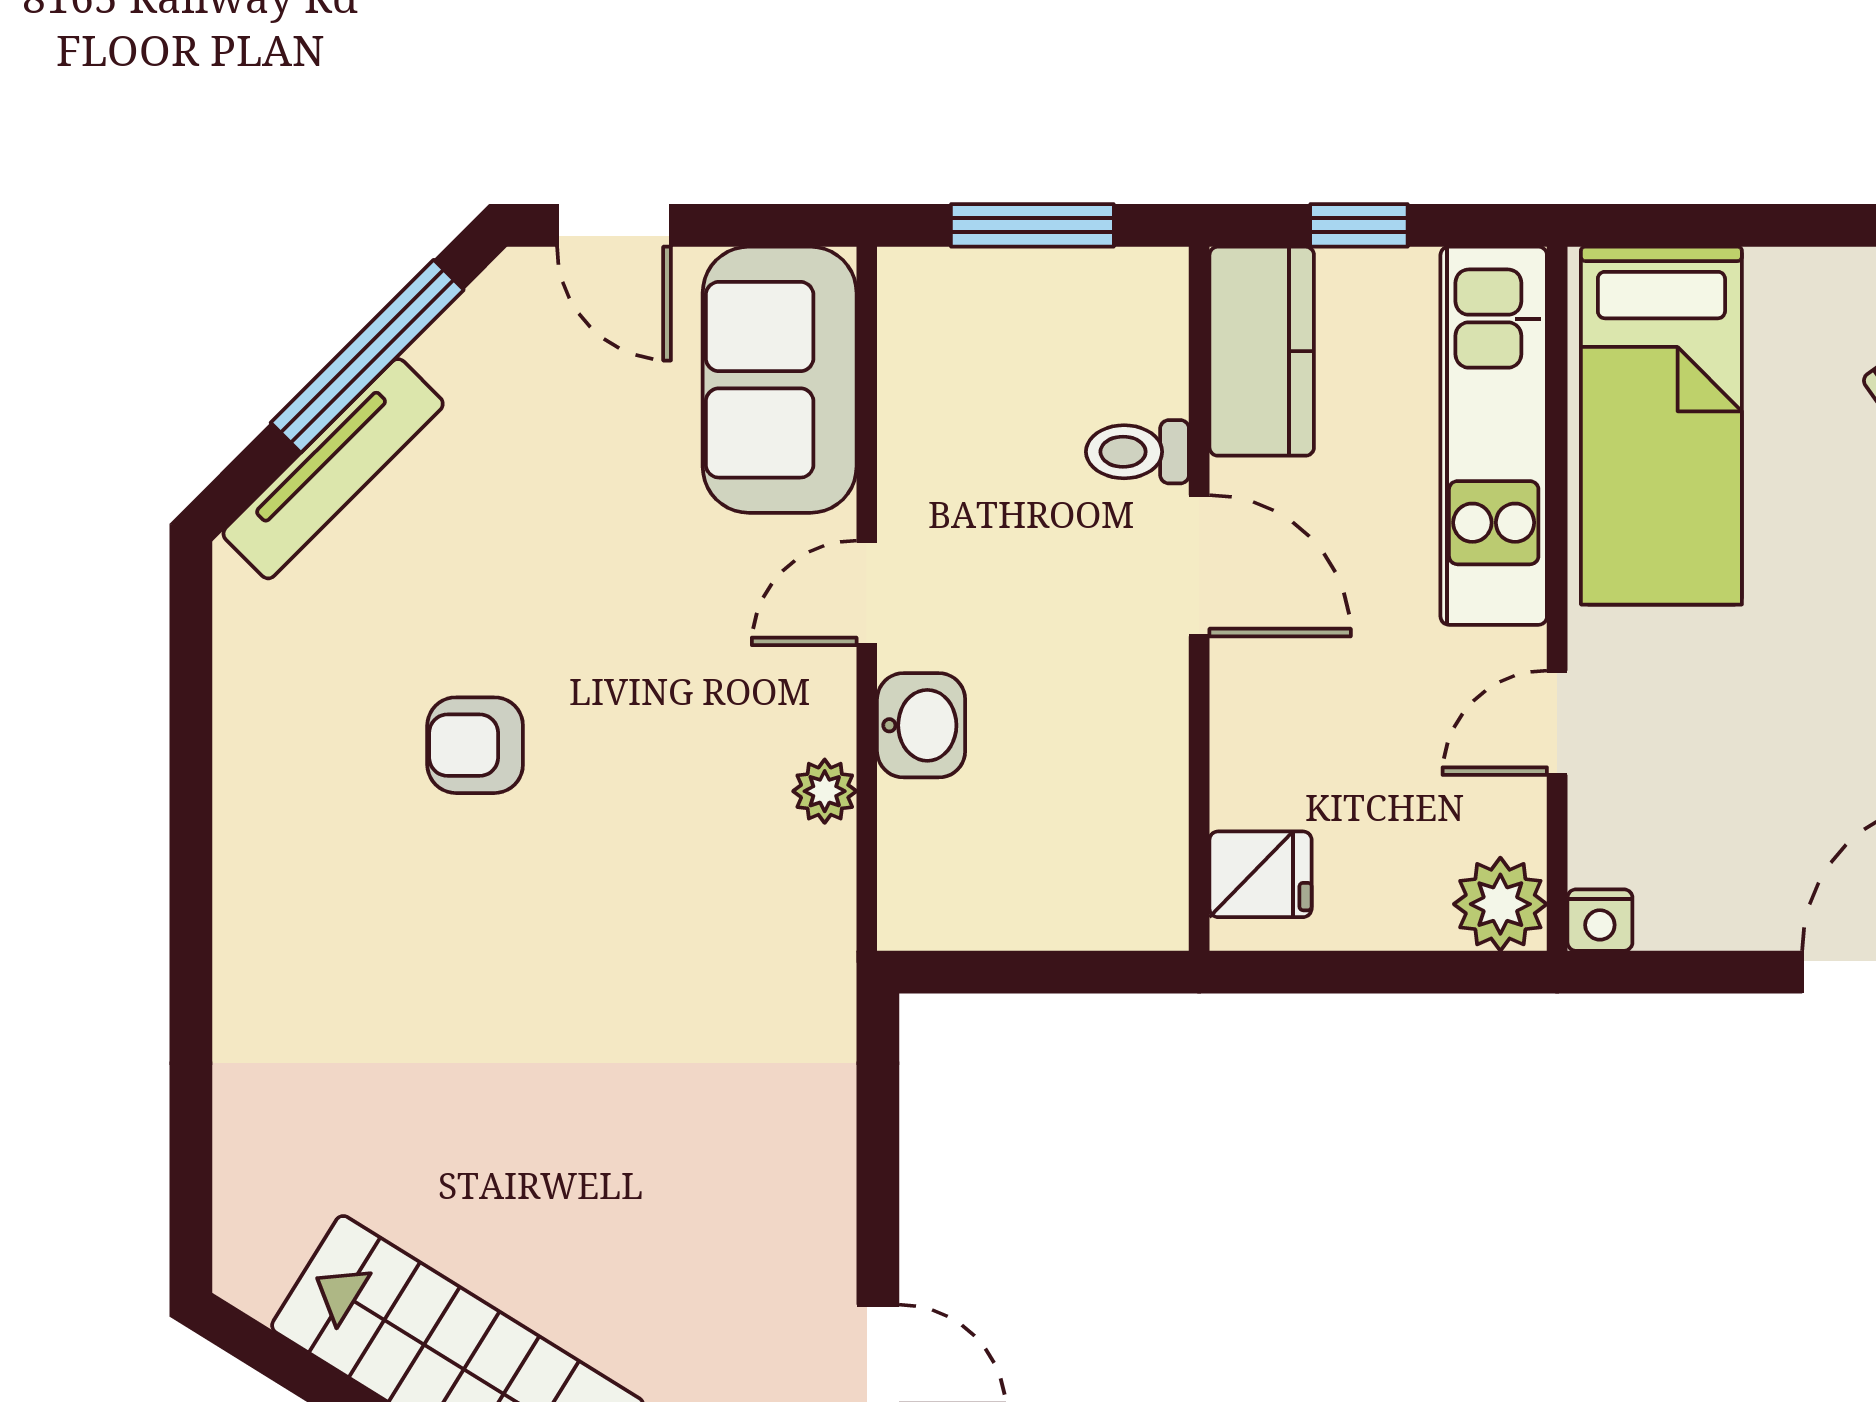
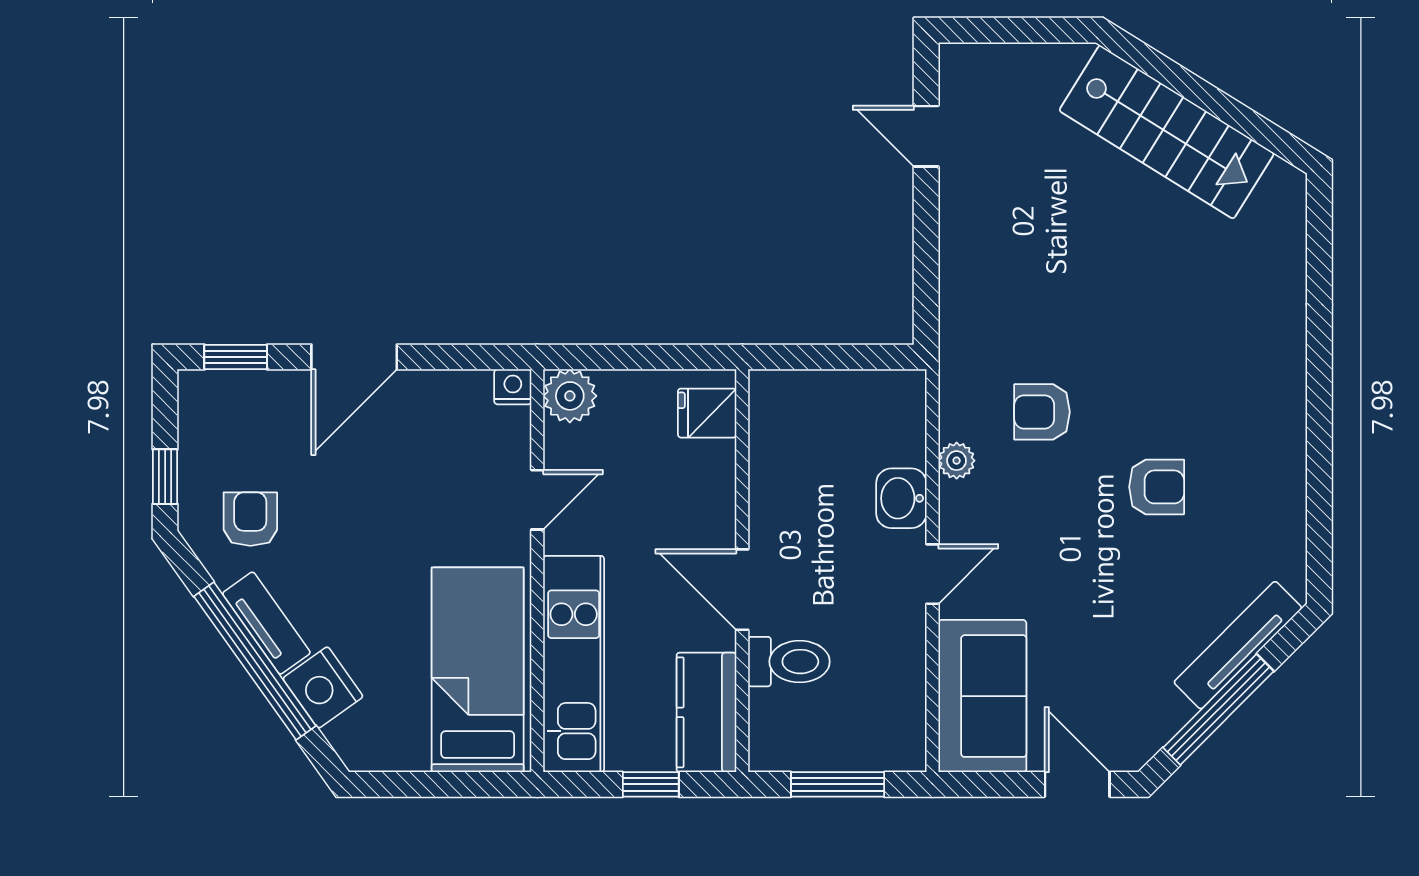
toilet: (1137, 452) -> (789, 662), width x1.37, depth x1.39
armchair: (675, 876) -> (1042, 412), added

